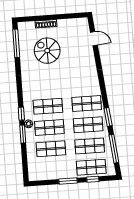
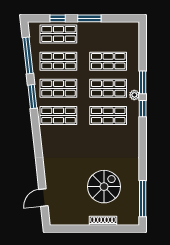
door: (94, 39) -> (43, 198), hinge flipped
spiral stairs: (47, 51) -> (104, 187), turned -90

